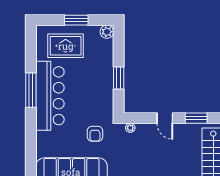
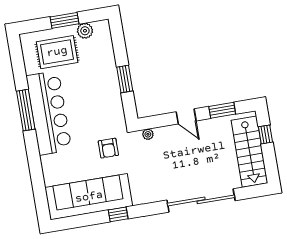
plant: (107, 32) -> (85, 31), moved

